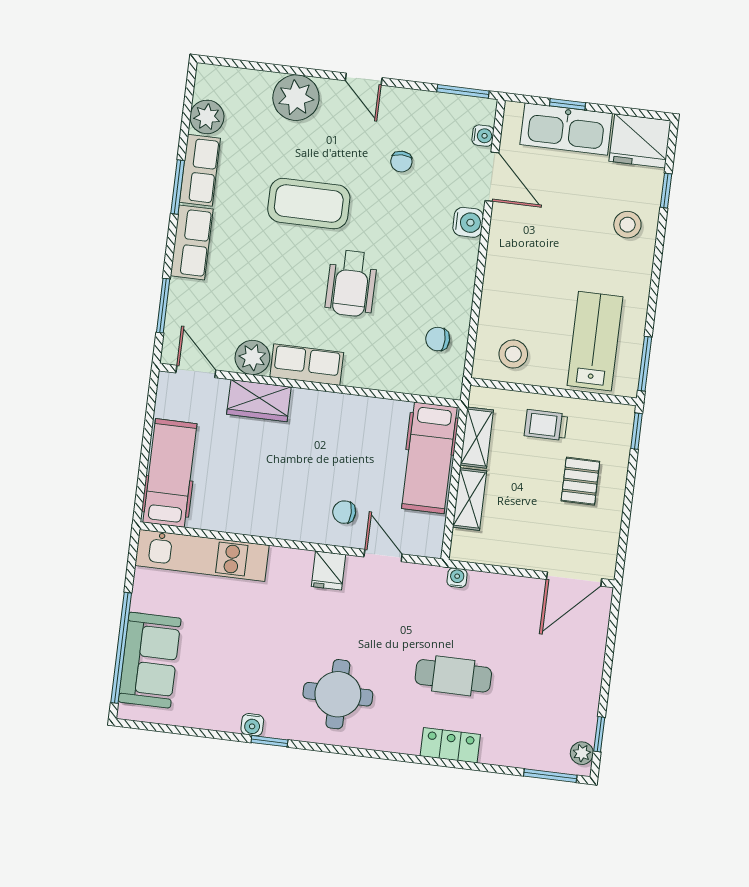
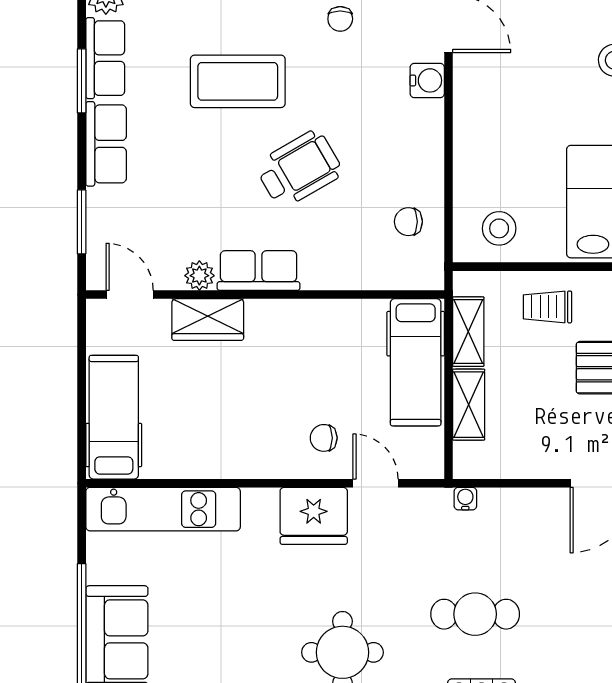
wheelchair: (351, 283) -> (299, 169), turned -120
plant: (252, 357) -> (199, 276), width x0.73, depth x0.73
fridge: (328, 570) -> (314, 516), width x1.88, depth x1.34

